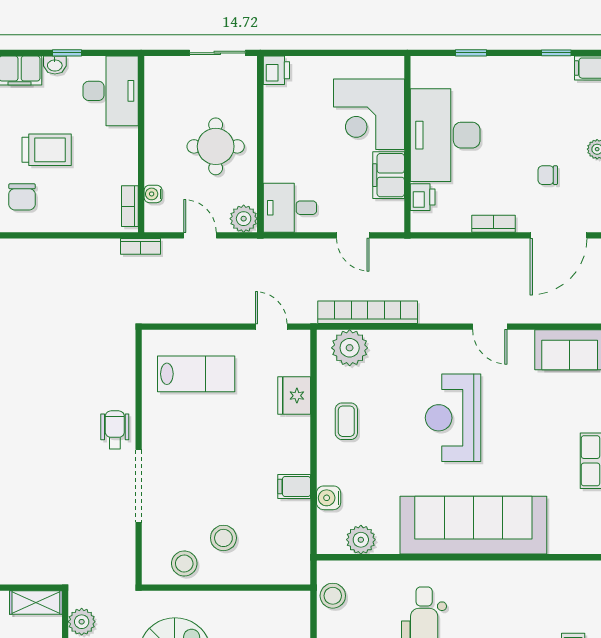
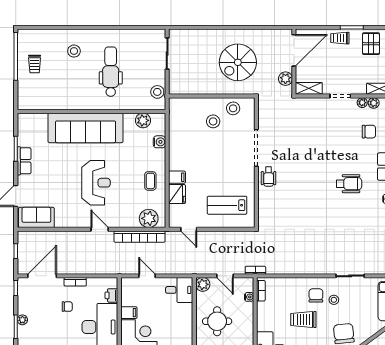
filing cabinet: (389, 175) -> (129, 313), width x0.50
chair: (548, 175) -> (67, 307), moved
door: (490, 327) -> (100, 229), moved
filing cabinet: (294, 486) -> (177, 177), moved

